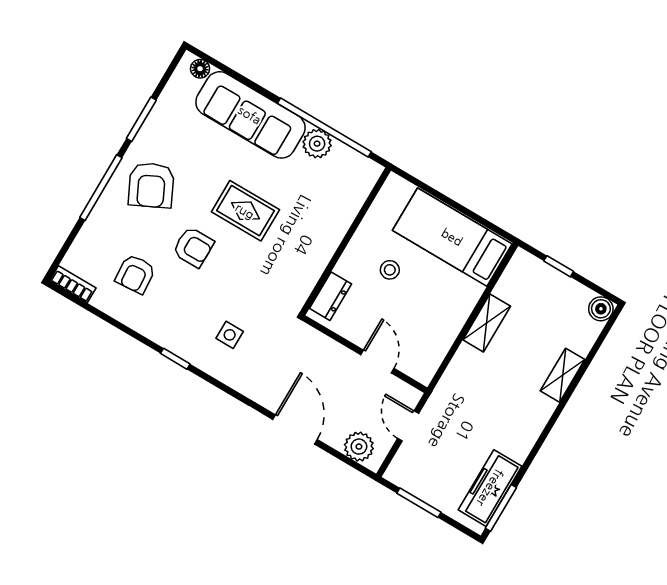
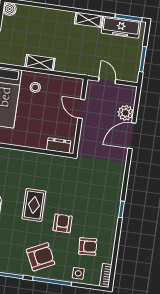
stool: (390, 270) -> (35, 87), moved
side table: (230, 335) -> (78, 273), moved
door: (377, 362) -> (81, 109), hinge flipped
shelving: (563, 375) -> (88, 20), moved
door: (408, 426) -> (107, 80), swing flipped
plant: (359, 447) -> (126, 113), moved

